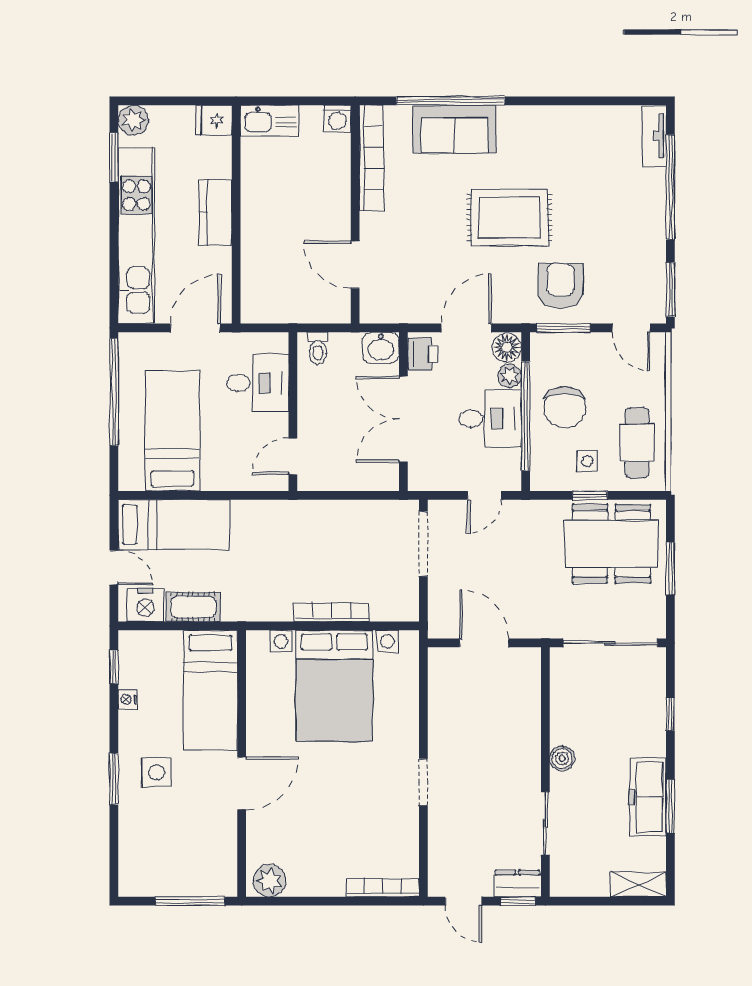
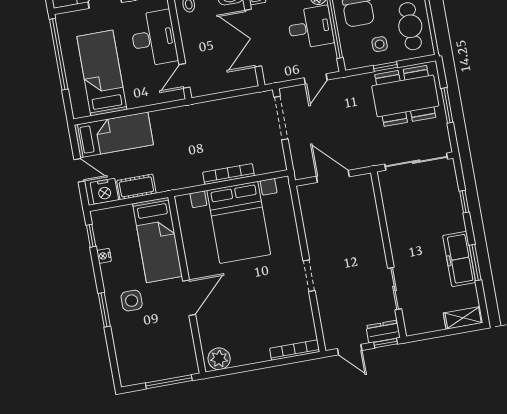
desk: (258, 383) -> (154, 38), width x1.37
boiler: (562, 758) -> (398, 244), removed

